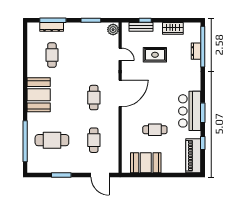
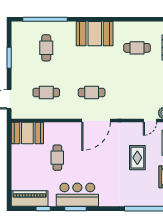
dresser: (196, 51) -> (141, 201), removed
door: (120, 54) -> (150, 121), moved
door: (120, 93) -> (96, 121), hinge flipped
cafe table: (52, 140) -> (46, 48), width x0.73, depth x0.74
booth: (146, 163) -> (27, 133), moved, turned 90

